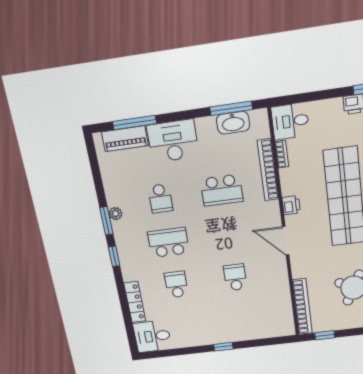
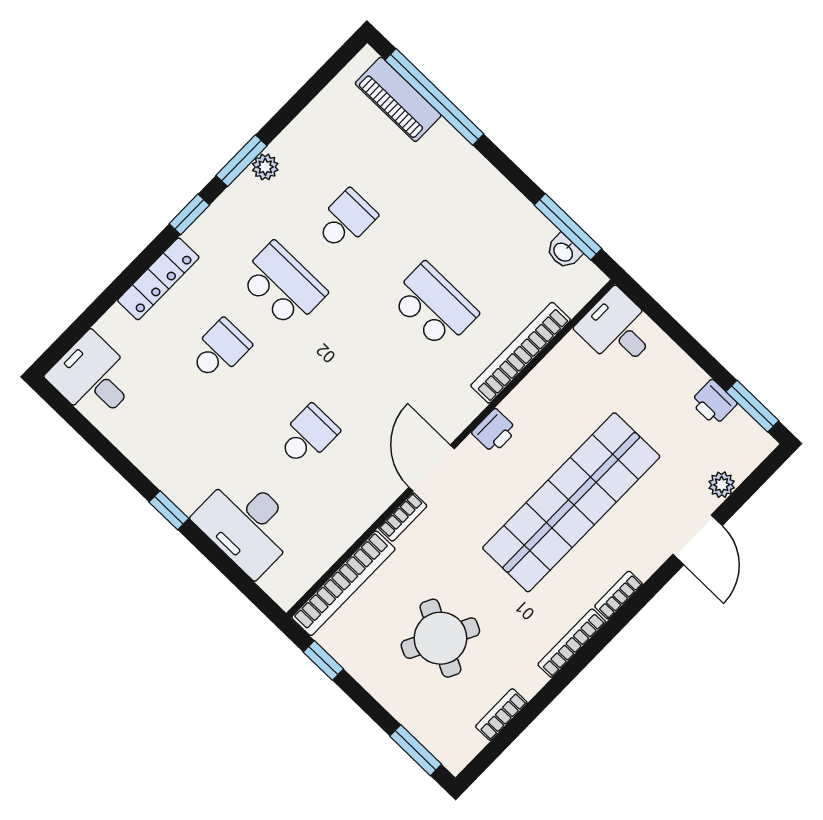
window: (134, 123) -> (434, 97), width x1.46
washbasin: (233, 123) -> (564, 252), width x0.52, depth x0.69
desk: (173, 141) -> (247, 524), moved, turned 180
bookcase: (282, 154) -> (403, 517), moved
school desk: (222, 190) -> (434, 306), turned 180
school desk: (160, 198) -> (346, 220), turned 180
locker: (135, 302) -> (158, 279), moved

